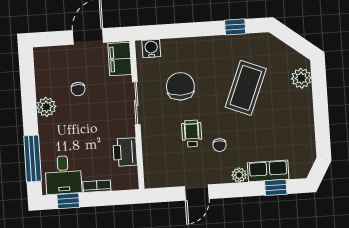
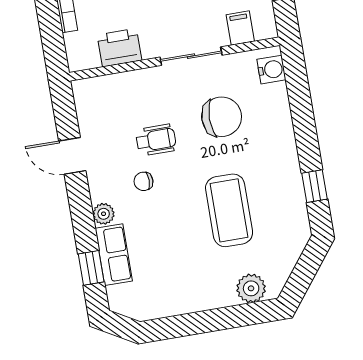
filing cabinet: (120, 59) -> (240, 28), width x0.50
coffee table: (246, 88) -> (229, 210), turned 68

